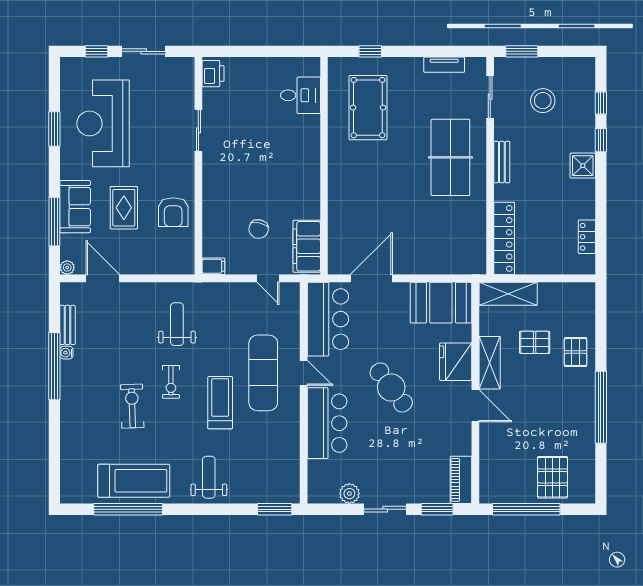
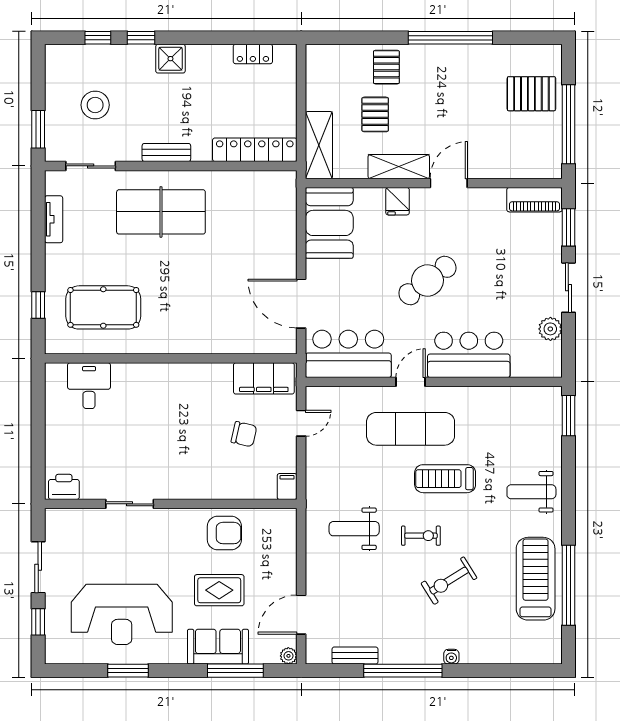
pallet: (576, 352) -> (386, 67), turned 90
water cooler: (66, 353) -> (451, 657), moved
fridge: (456, 362) -> (398, 201), width x0.53, depth x0.75
exercise bike: (132, 406) -> (449, 581), turned -30

